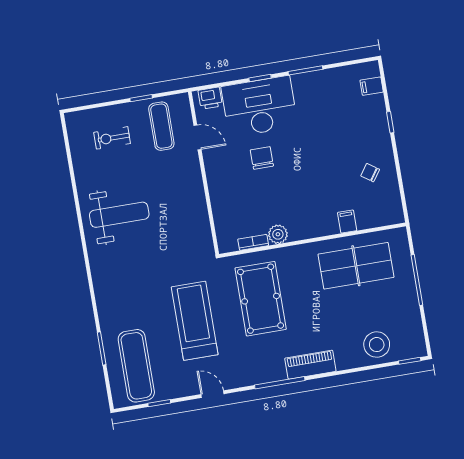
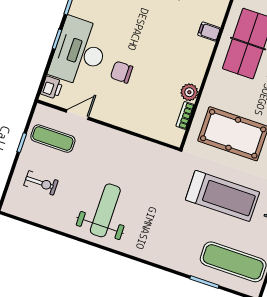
exercise bike: (112, 138) -> (41, 183), turned -90
treadmill: (195, 321) -> (222, 196), turned 180

